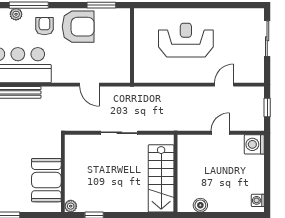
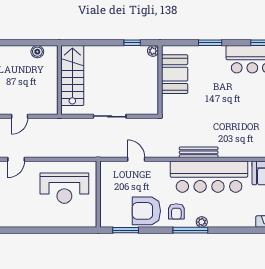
reception desk: (186, 40) -> (64, 188), moved

